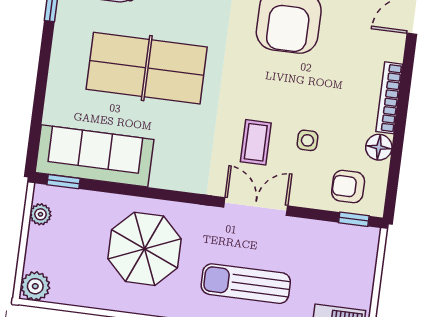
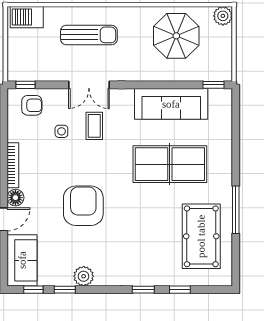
floor lamp: (379, 147) -> (15, 198), moved
sofa: (95, 156) -> (171, 104), moved
plant: (40, 214) -> (225, 62), removed
parasol: (145, 249) -> (176, 36), moved

